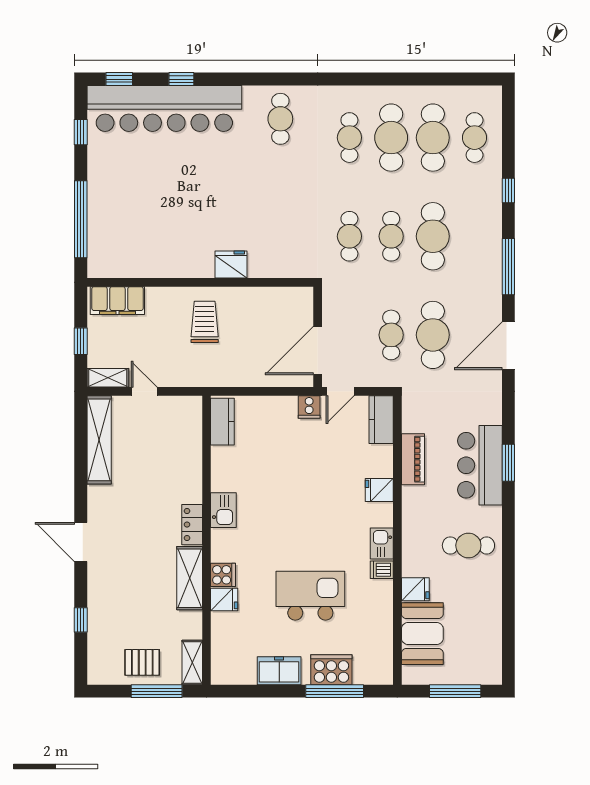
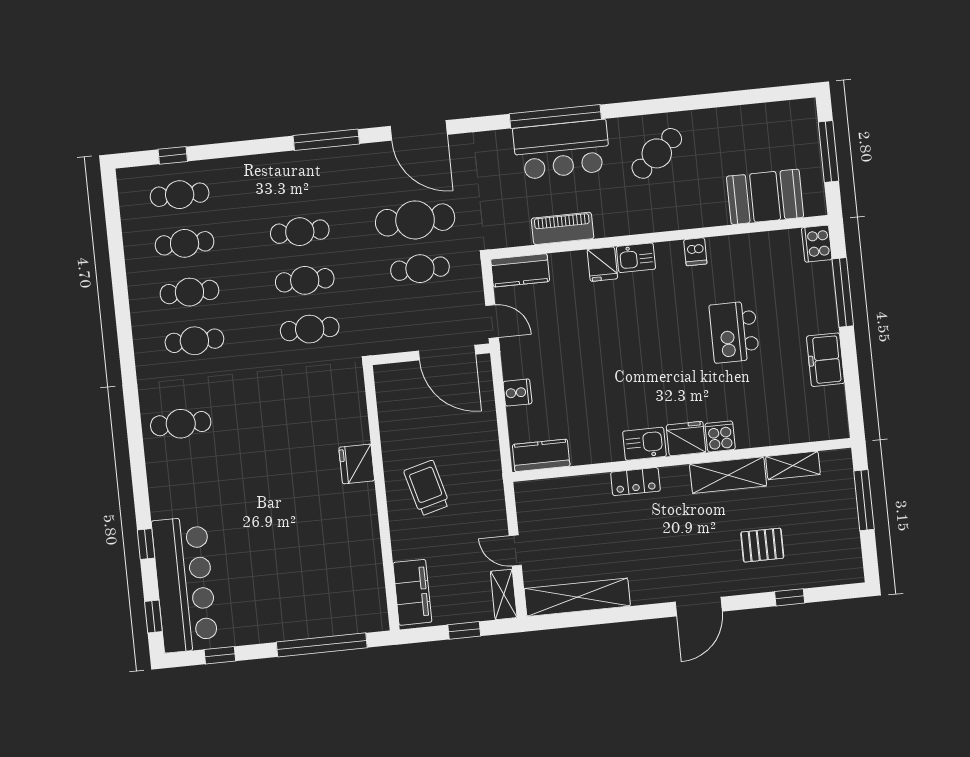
bar counter: (164, 108) -> (185, 584), width x0.73
cafe table: (391, 138) -> (189, 292), width x0.73, depth x0.74
cafe table: (433, 138) -> (185, 243), width x0.73, depth x0.74
window: (508, 190) -> (173, 155), moved
cafe table: (433, 236) -> (300, 232), width x0.73, depth x0.74
trolley: (205, 322) -> (427, 488), turned 75
door: (144, 391) -> (515, 550), hinge flipped
cooker: (309, 407) -> (518, 393), moved
window: (508, 463) -> (555, 116), width x2.11
locker: (192, 525) -> (635, 482), moved
kitchen sink: (382, 544) -> (636, 258), moved
cafe table: (468, 545) -> (657, 153), turned 50
fridge: (415, 589) -> (714, 210), removed
kitchen island: (310, 596) -> (734, 332), width x0.73, depth x0.78
fridge: (224, 599) -> (686, 439), moved, width x1.38
pallet: (142, 662) -> (762, 545), moved, turned 90
shelving: (192, 662) -> (793, 465), moved
cooker: (331, 670) -> (817, 244), moved, width x0.73, depth x0.76

